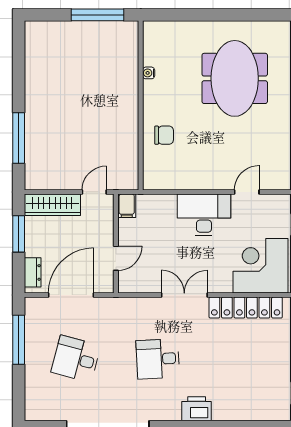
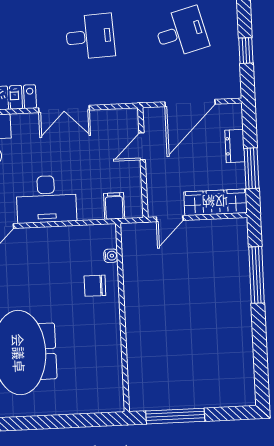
water cooler: (149, 73) -> (111, 256), moved
filing cabinet: (127, 206) -> (114, 206), moved
dresser: (33, 272) -> (235, 146), moved
window: (19, 340) -> (246, 51), width x0.46
desk: (76, 359) -> (181, 32), turned -30

